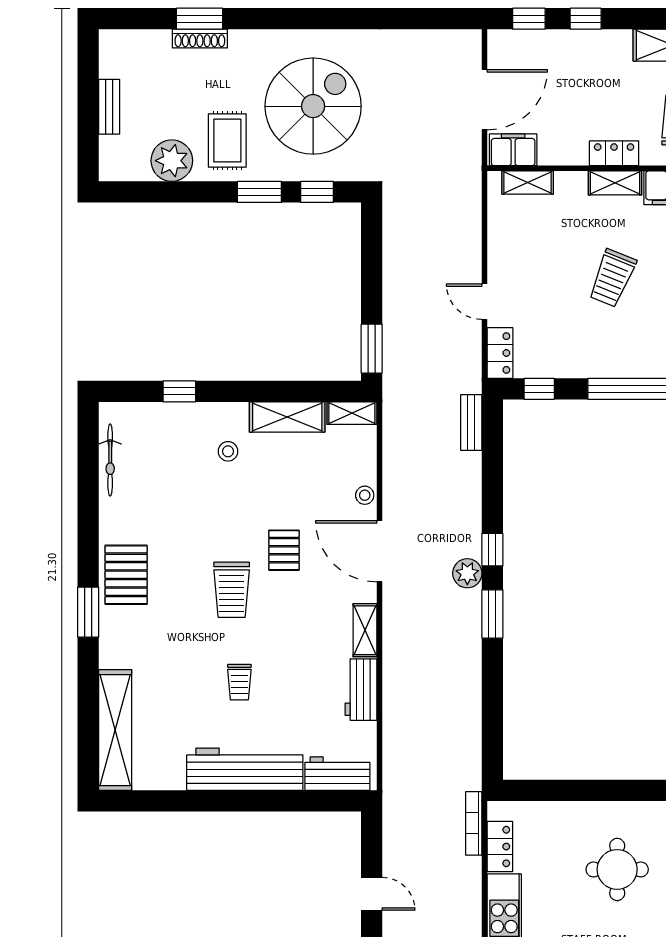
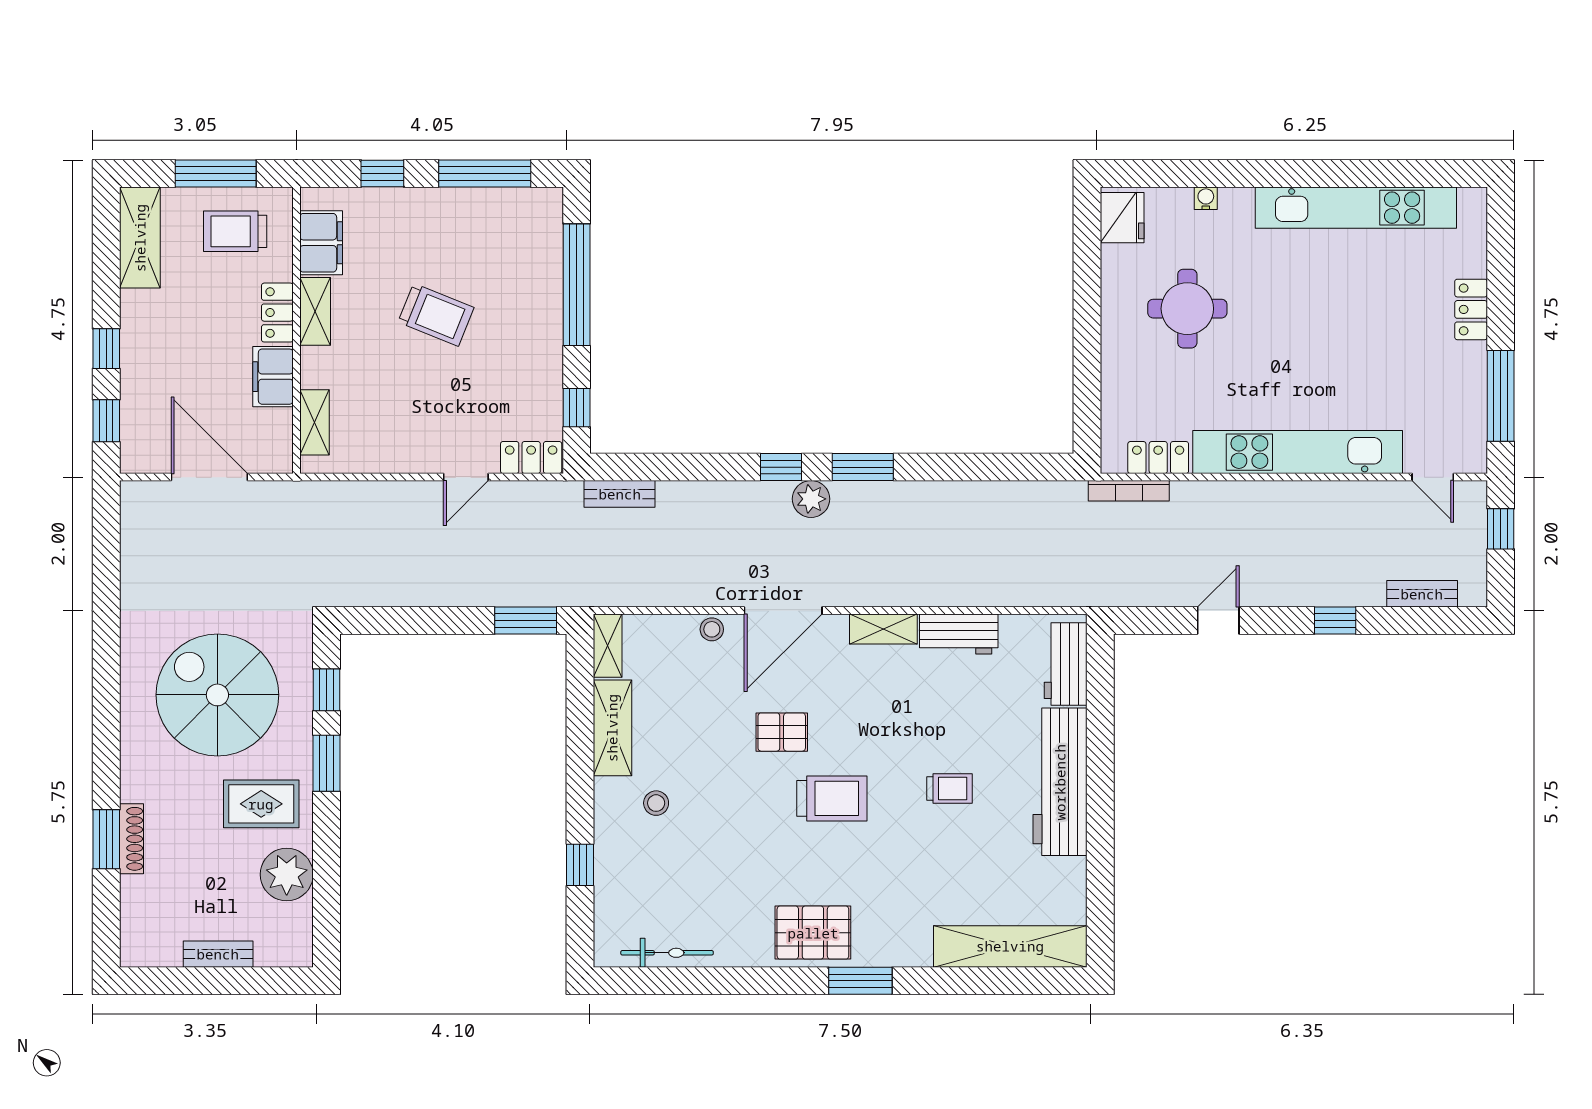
filing cabinet: (513, 150) -> (273, 377), moved

